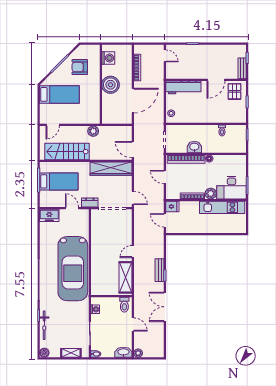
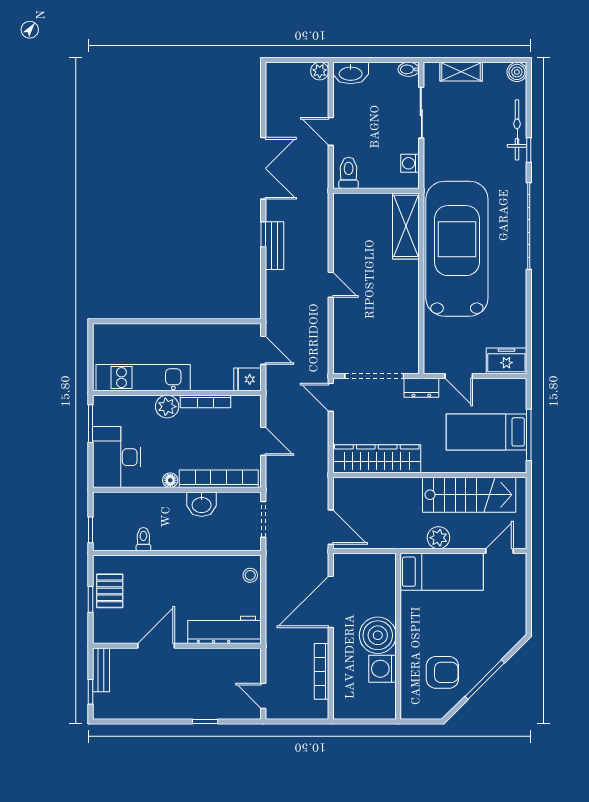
washing machine: (108, 58) -> (382, 669), moved
pallet: (234, 91) -> (110, 591), moved
bed: (59, 94) -> (442, 572), moved, turned 180
plant: (93, 131) -> (438, 538), moved
door: (133, 150) -> (331, 527), moved
desk: (232, 188) -> (117, 457), moved, turned -90
door: (133, 252) -> (331, 285), hinge flipped
shelving: (126, 277) -> (406, 226), moved

